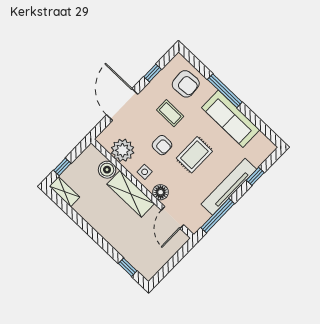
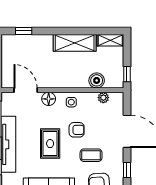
armchair: (162, 145) -> (77, 130), turned 180
plant: (123, 150) -> (103, 98), width x0.53, depth x0.53
window: (62, 167) -> (127, 74), moved
shelving: (131, 194) -> (75, 43), moved

